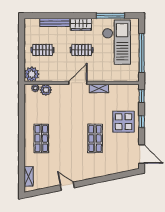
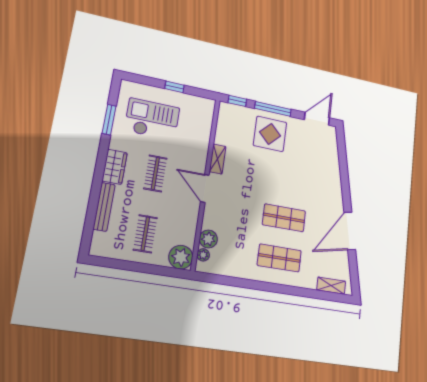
window: (110, 16) -> (109, 120), width x0.69
checkout: (116, 42) -> (152, 119), width x0.73, depth x0.83
window: (142, 53) -> (174, 87), width x0.32
window: (142, 122) -> (273, 109), width x2.17
shop shelf: (95, 138) -> (284, 218), moved
door: (67, 186) -> (350, 231), width x1.88

